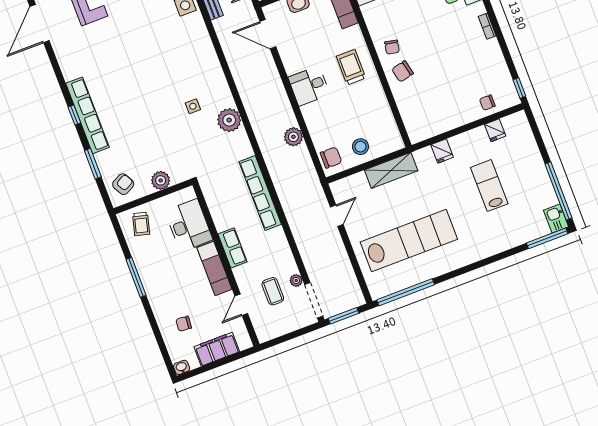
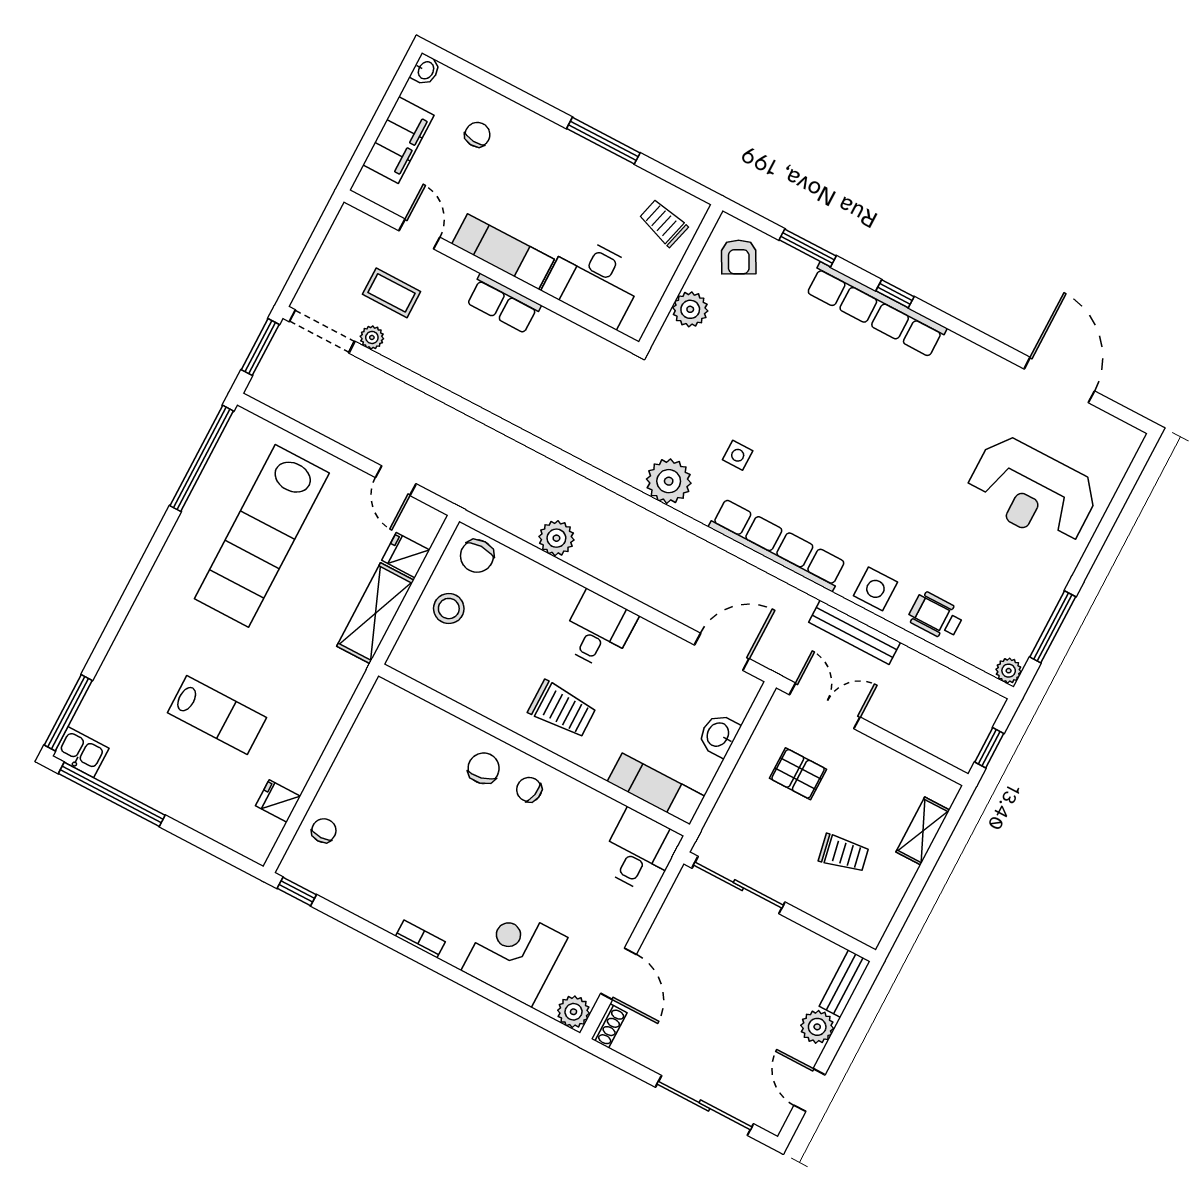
fridge: (442, 151) -> (406, 555), moved
row of seats: (260, 193) -> (778, 545), moved

